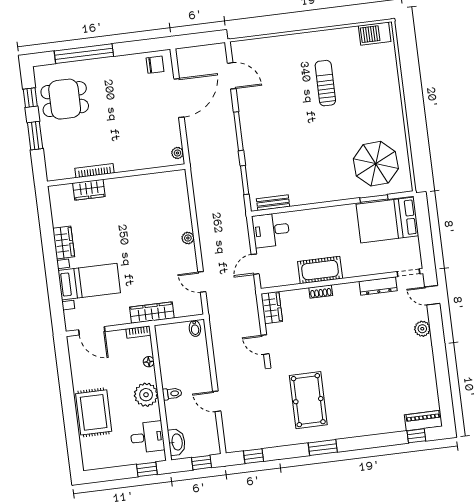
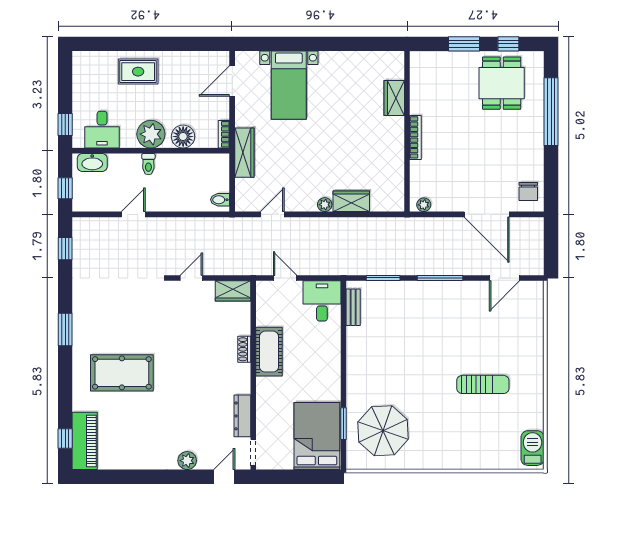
bookcase: (95, 171) -> (415, 137), moved
wardrobe: (64, 243) -> (351, 201), moved, turned 180
floor lamp: (149, 362) -> (183, 137), width x1.89, depth x1.89
pool table: (308, 400) -> (122, 373), moved
rug: (94, 412) -> (138, 72), width x0.73, depth x0.70
piano: (423, 421) -> (85, 441), width x1.37, depth x1.33

